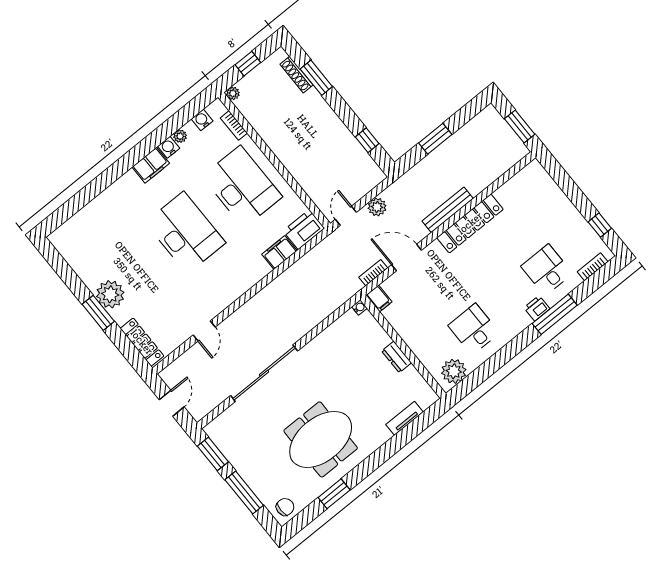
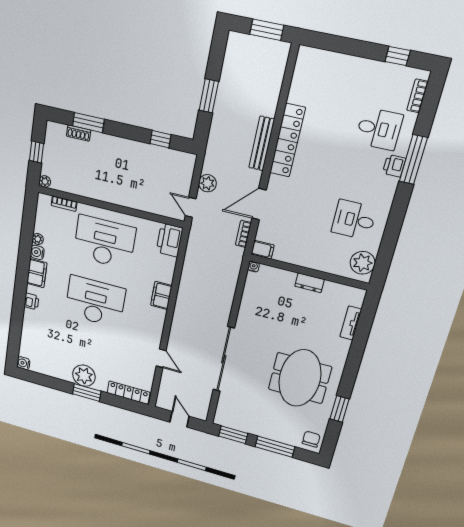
shoe rack: (297, 75) -> (79, 133), width x0.70
water cooler: (202, 120) -> (23, 363), moved
printer: (121, 186) -> (31, 301), added
filing cabinet: (279, 252) -> (161, 295), moved
desk: (547, 270) -> (379, 129), turned 180

